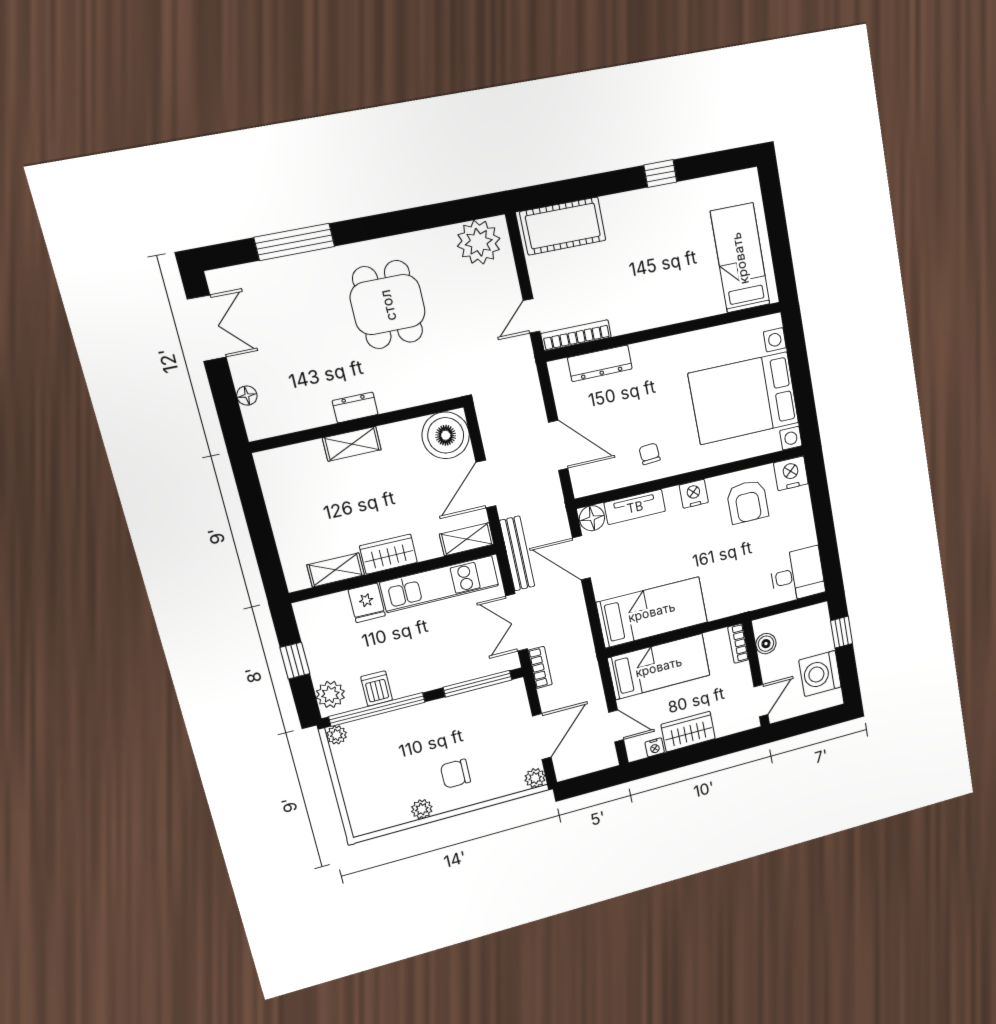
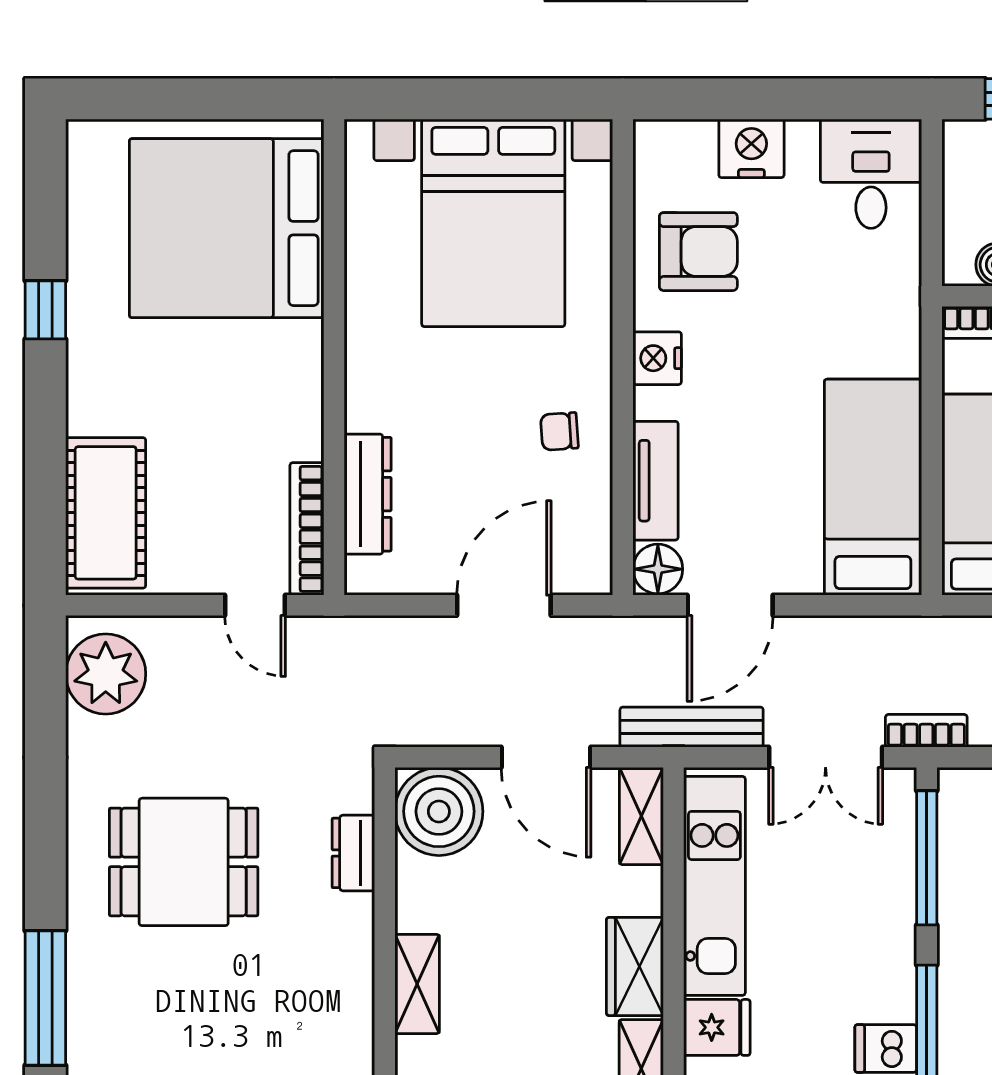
bed: (740, 258) -> (227, 228), width x2.04
dresser: (355, 408) -> (353, 853), moved
nightstand: (791, 473) -> (751, 148), moved, turned 90

